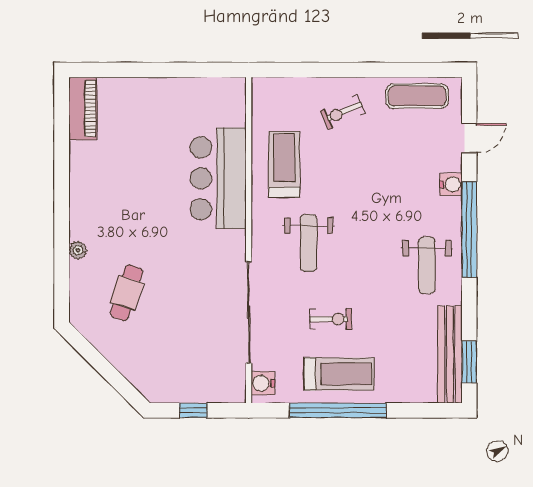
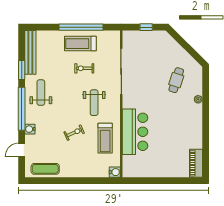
exercise bike: (343, 112) -> (74, 133), moved
weight bench: (309, 243) -> (94, 103), turned 180
window: (469, 362) -> (22, 70), moved
water cooler: (263, 383) -> (115, 172), moved

